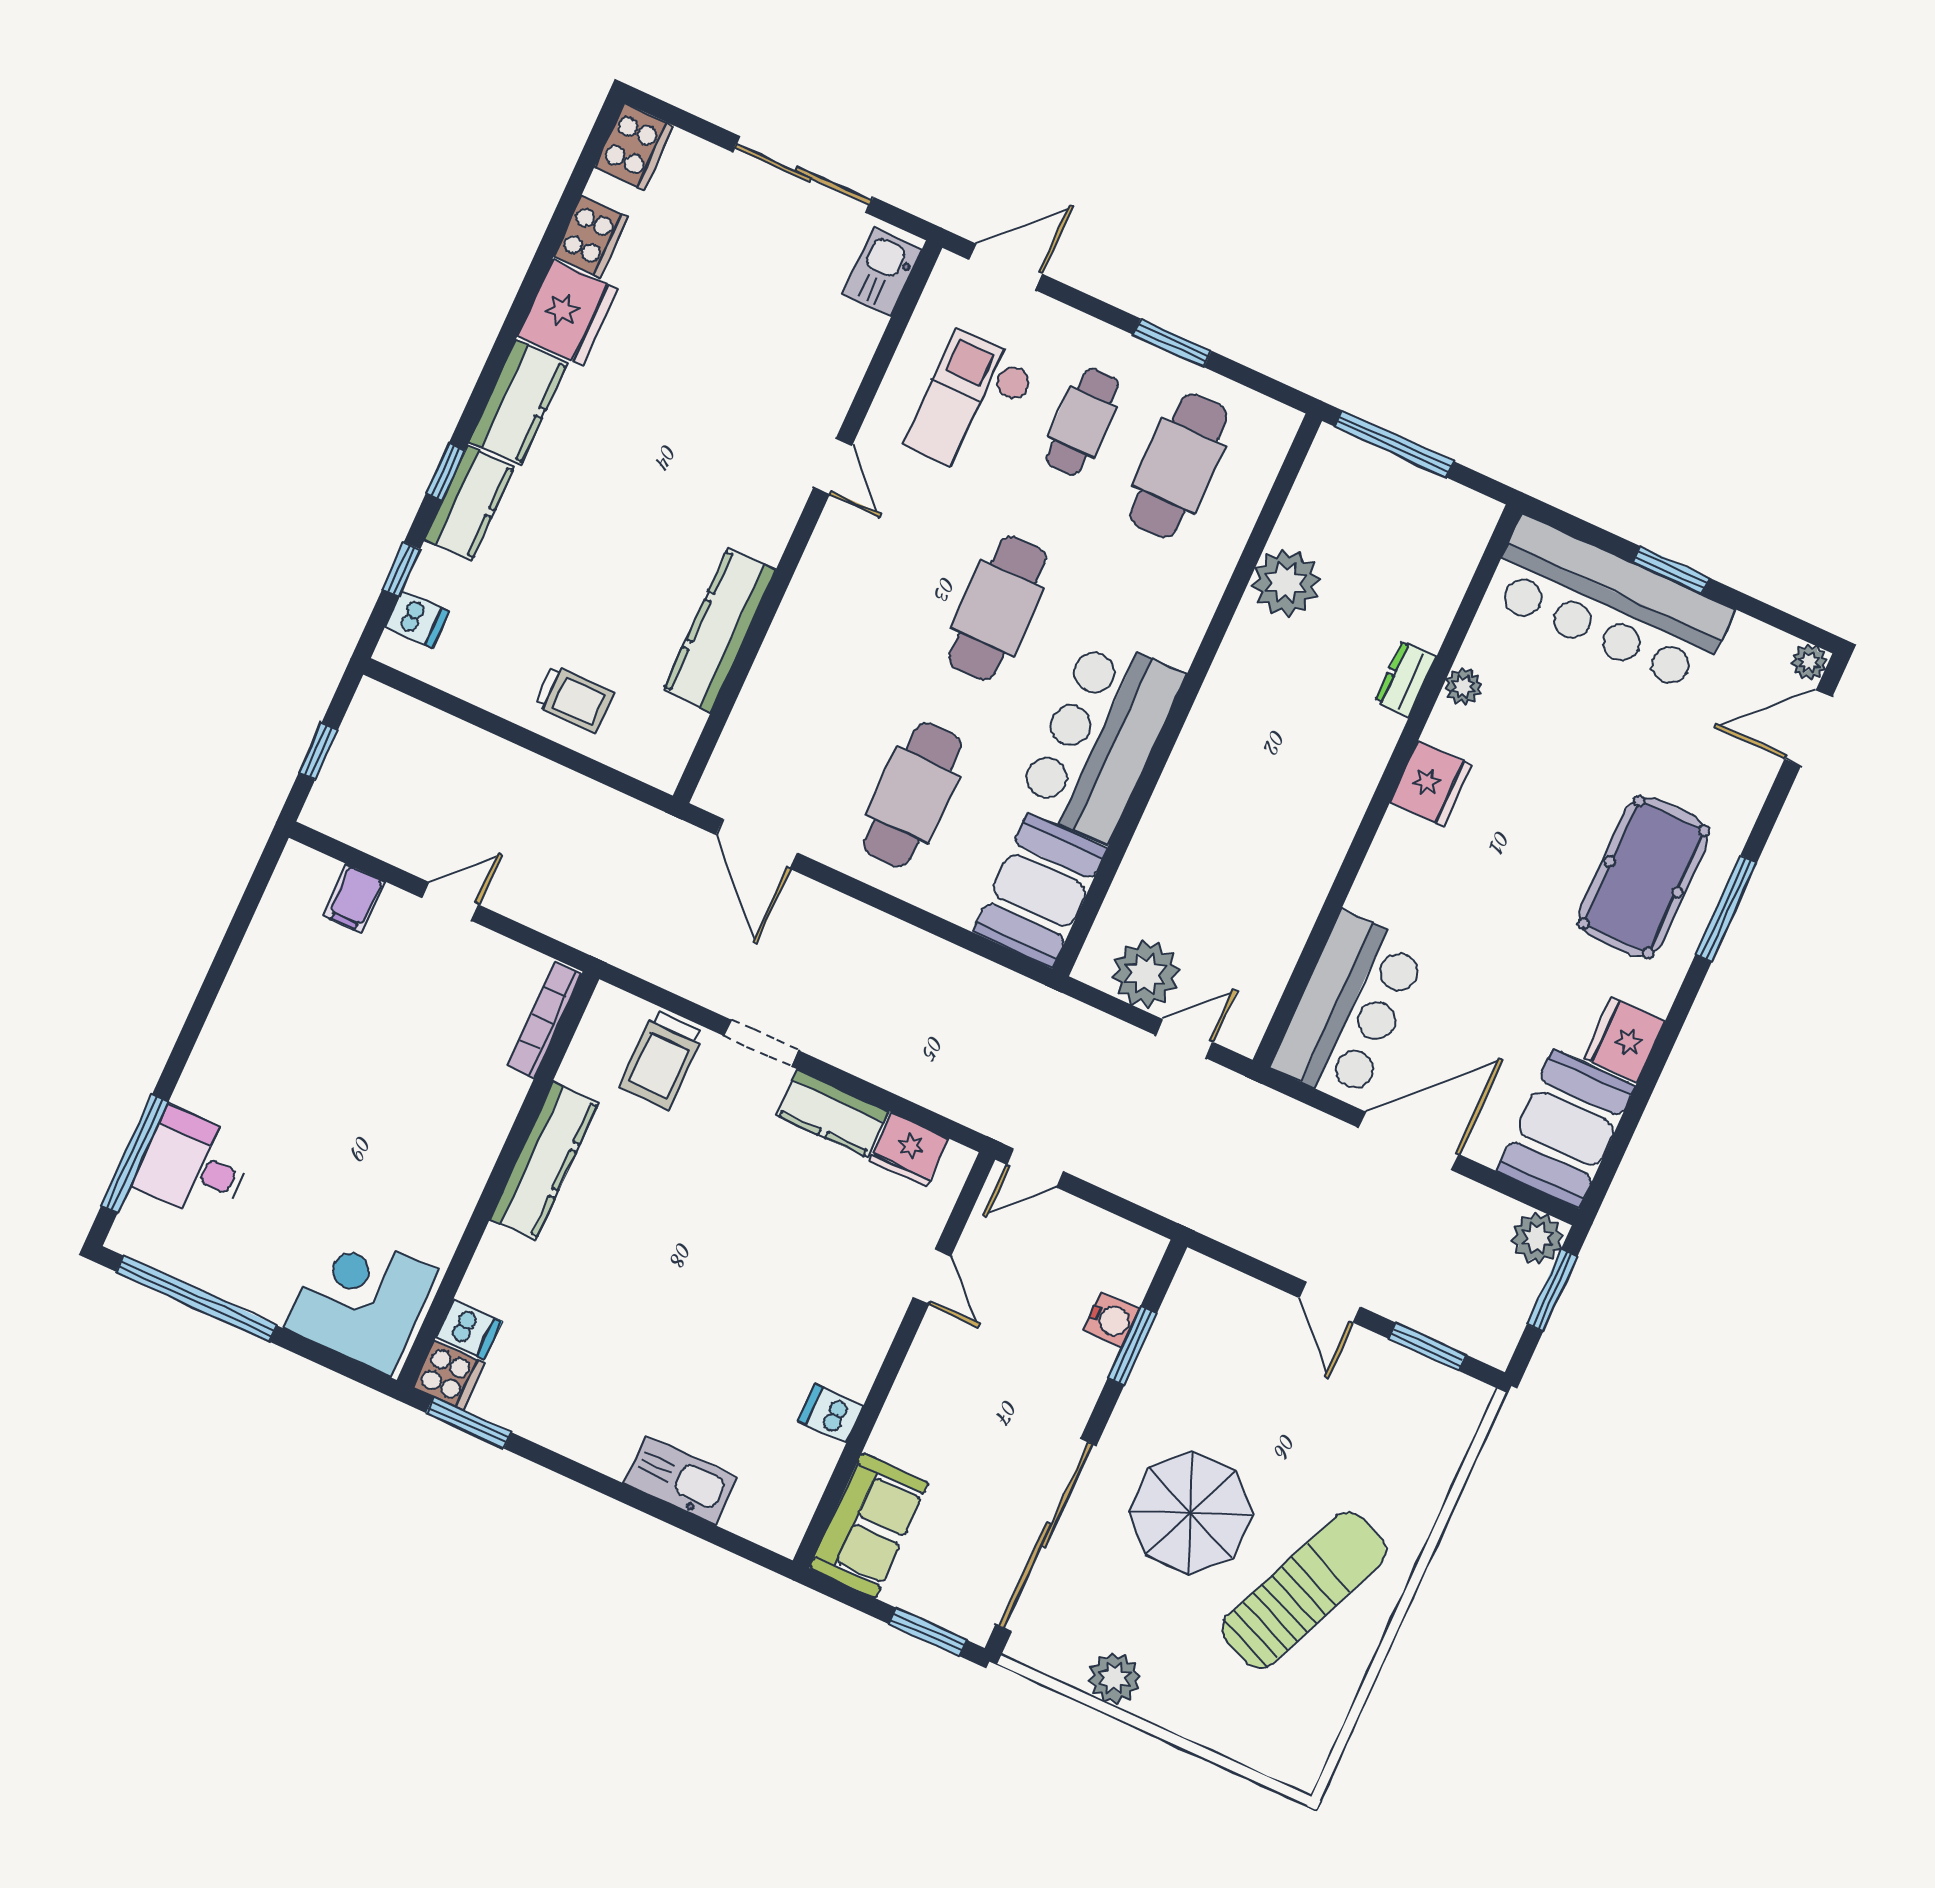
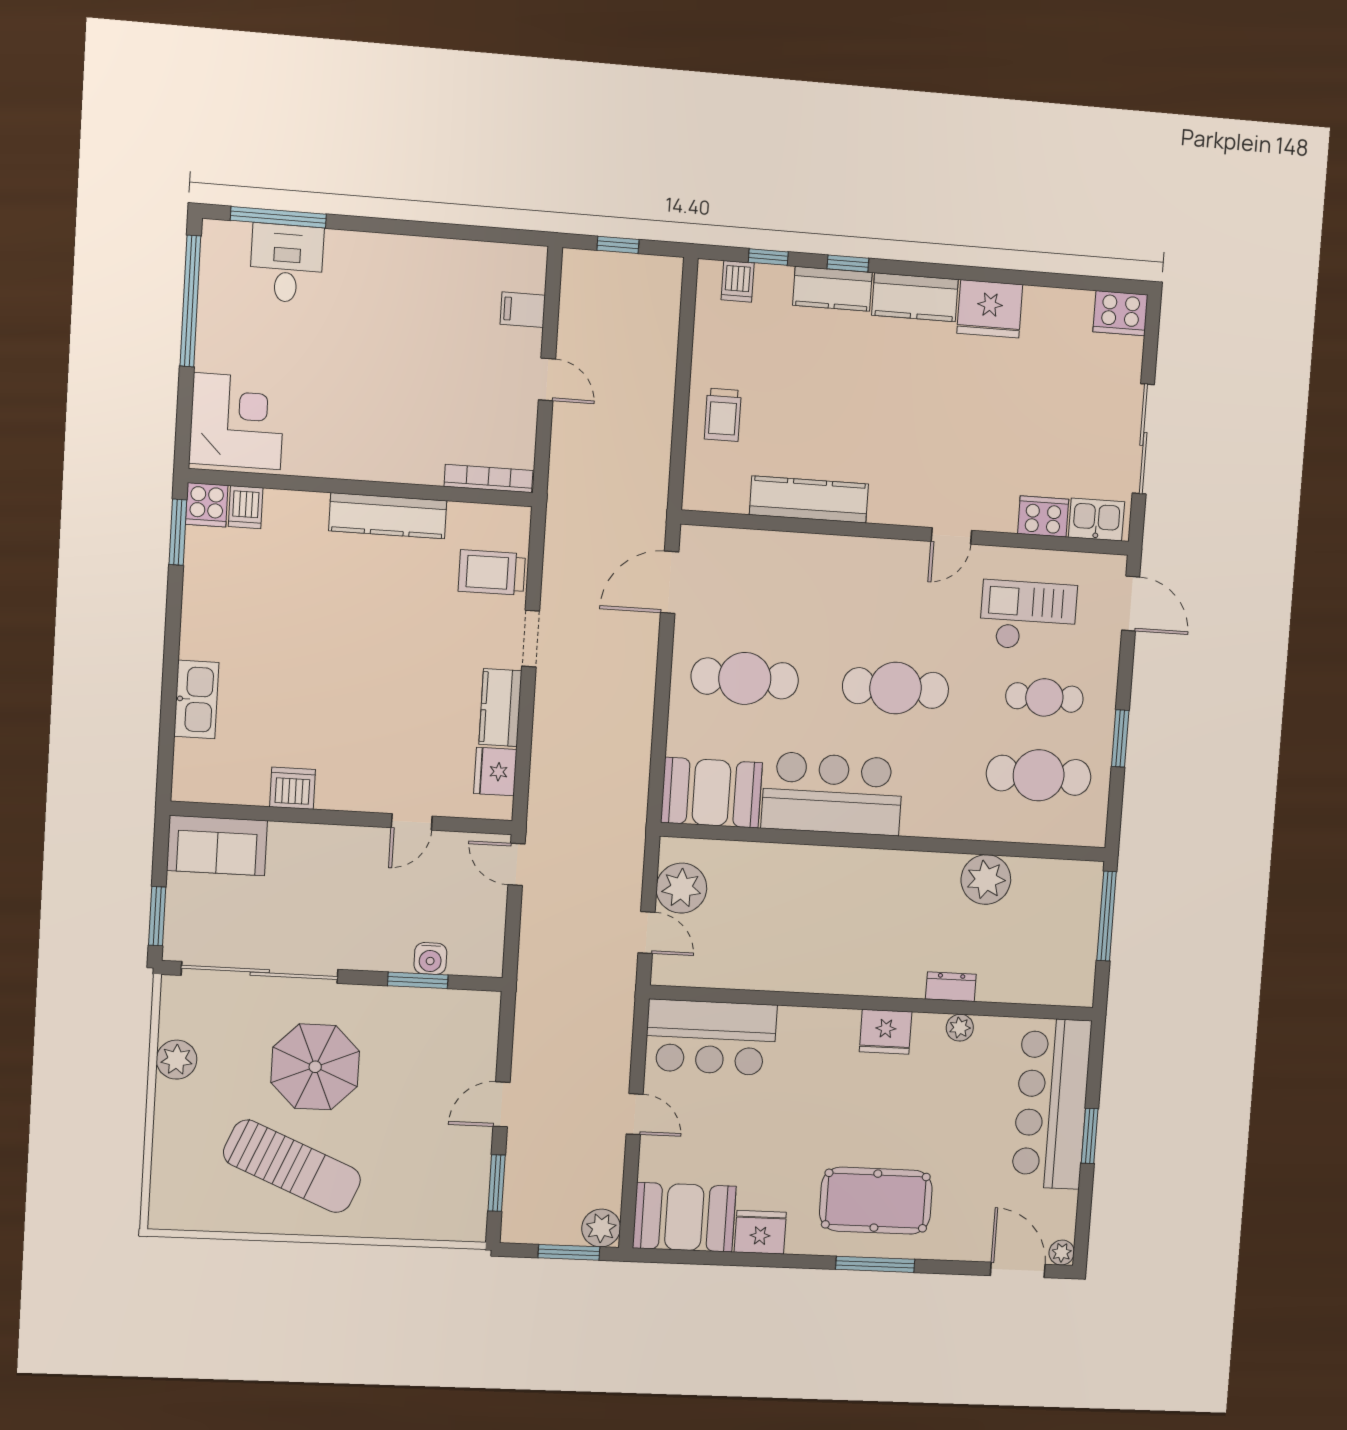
cooker: (591, 236) -> (1043, 516), moved, turned 180
door: (1409, 1141) -> (635, 1114), width x0.53
dishwasher: (831, 1413) -> (293, 788), width x1.38

